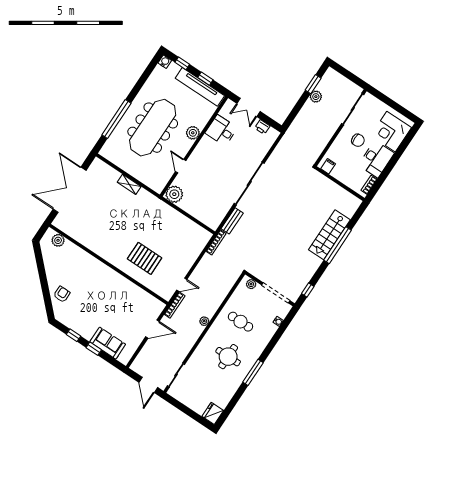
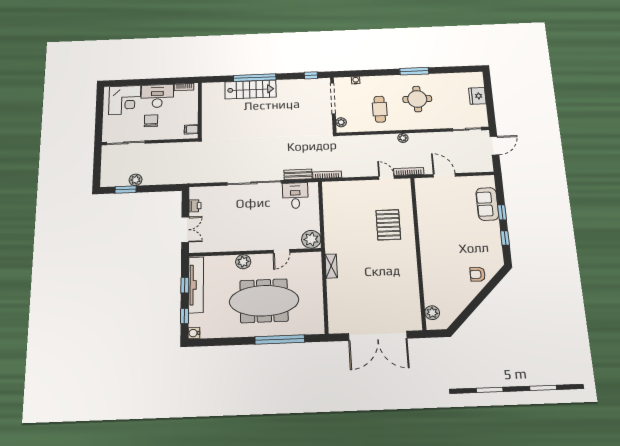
desk: (221, 130) -> (295, 196), moved, turned 180
shelving: (129, 184) -> (331, 266), moved
fridge: (213, 413) -> (477, 96), moved, turned 90

